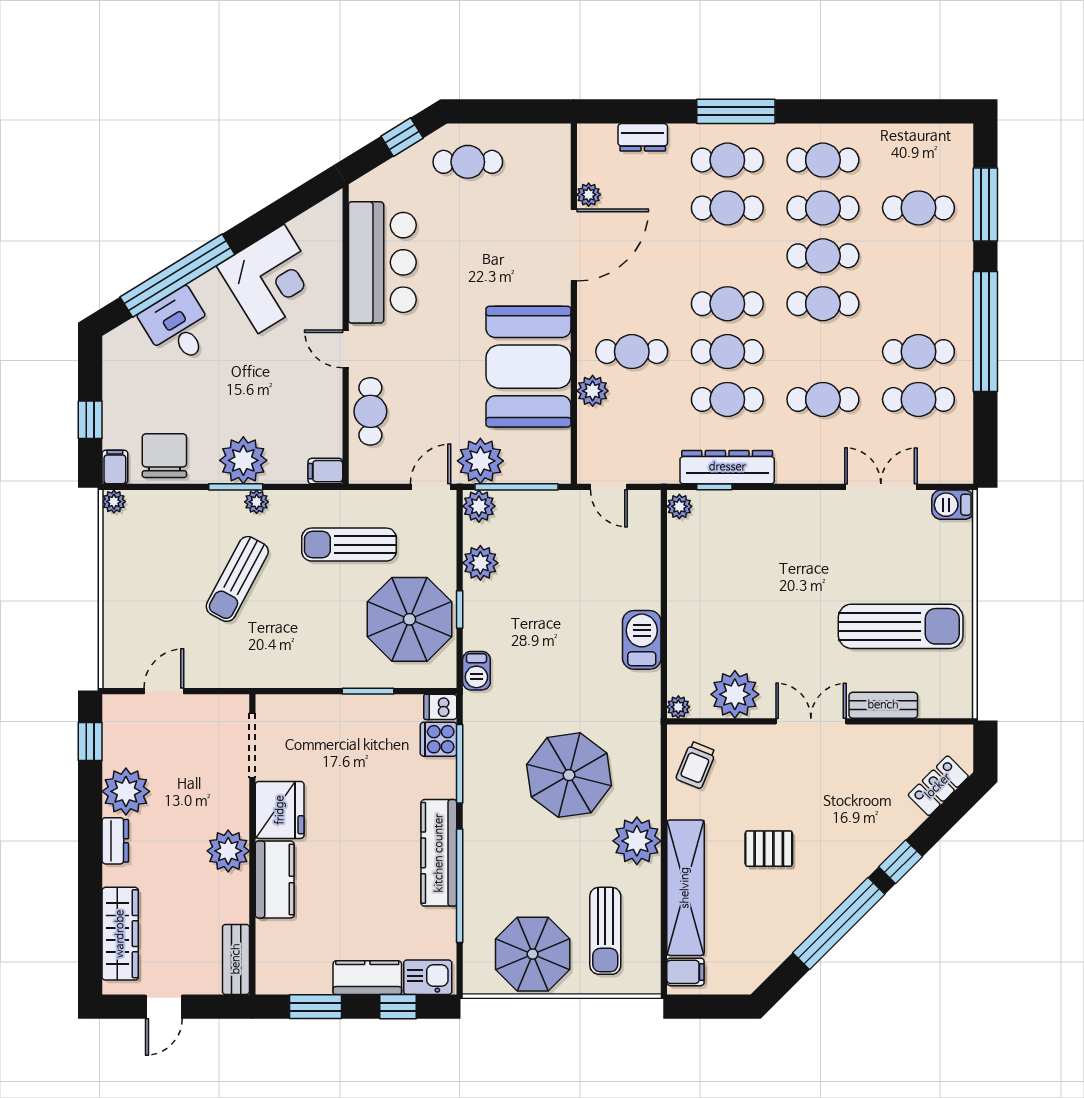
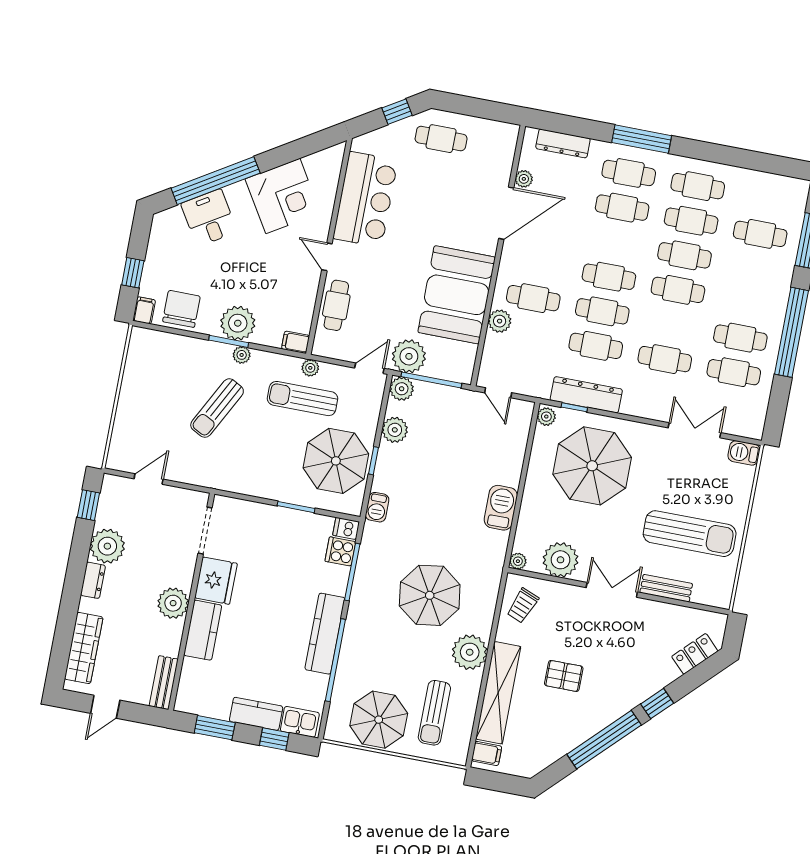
dresser: (643, 137) -> (563, 143), width x1.44
plant: (114, 502) -> (310, 368), moved
parasol: (753, 561) -> (592, 466), added

